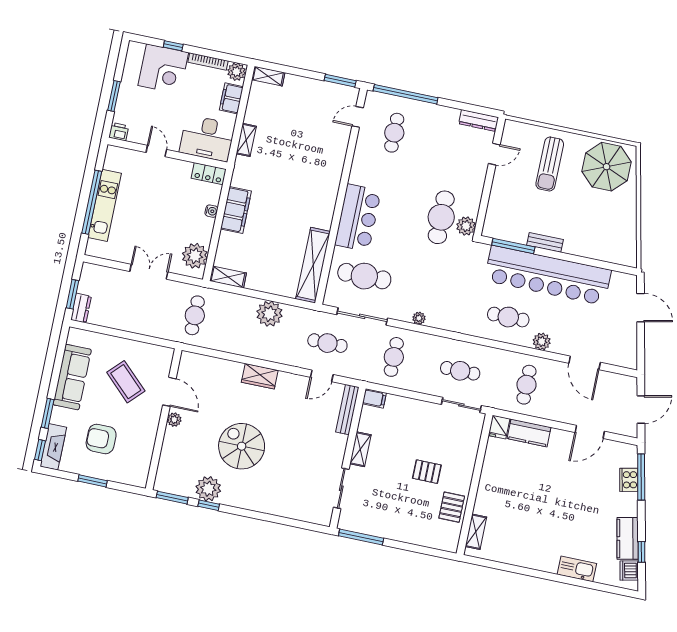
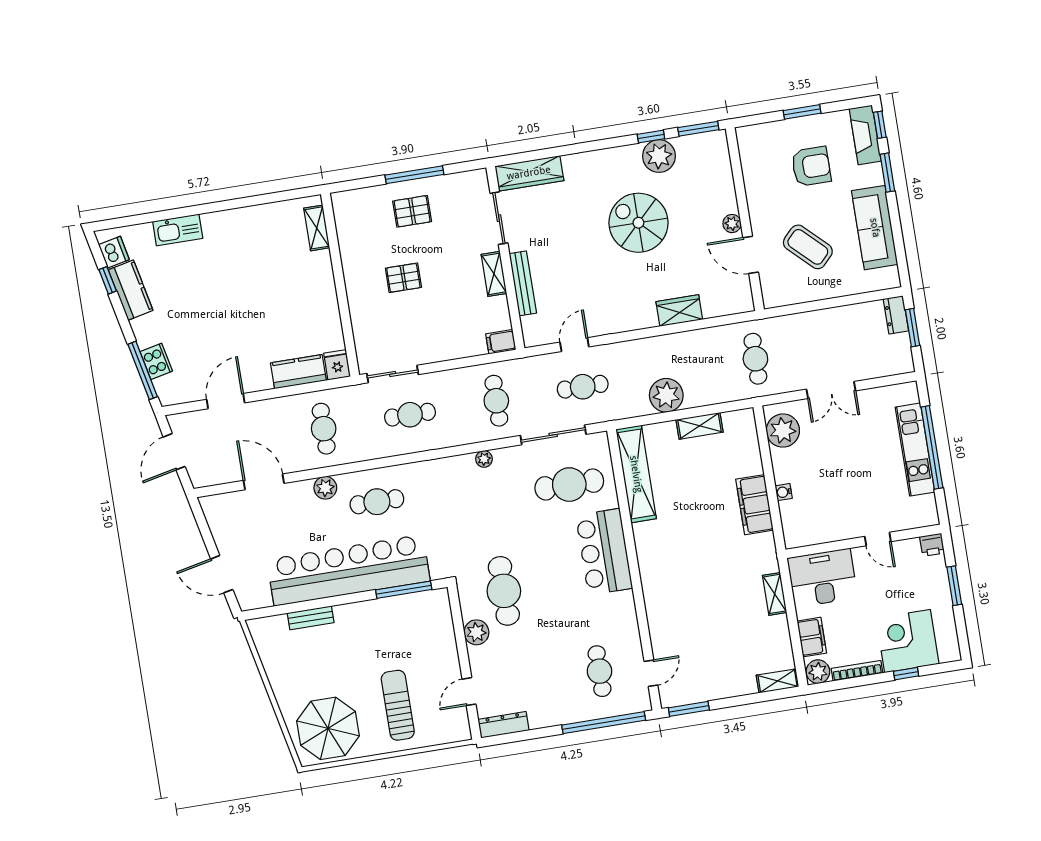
locker: (209, 174) -> (804, 536), removed
plant: (466, 226) -> (476, 632), moved
bench: (545, 242) -> (311, 618), moved
shelving: (228, 277) -> (700, 426), moved
wardrobe: (260, 376) -> (679, 310), moved
bench: (347, 410) -> (523, 283), moved
spiral stairs: (242, 446) -> (638, 223), turned 180
pallet: (452, 507) -> (412, 211), moved, turned 90
wardrobe: (307, 512) -> (529, 173), added
window: (361, 537) -> (414, 175), moved

